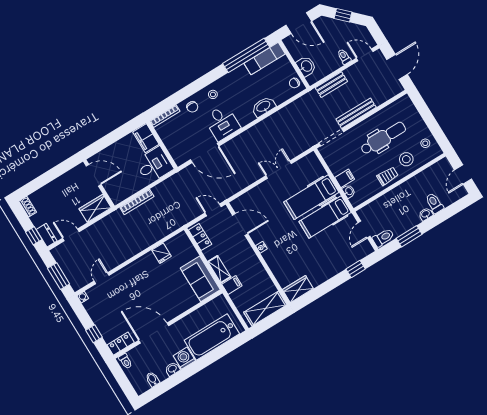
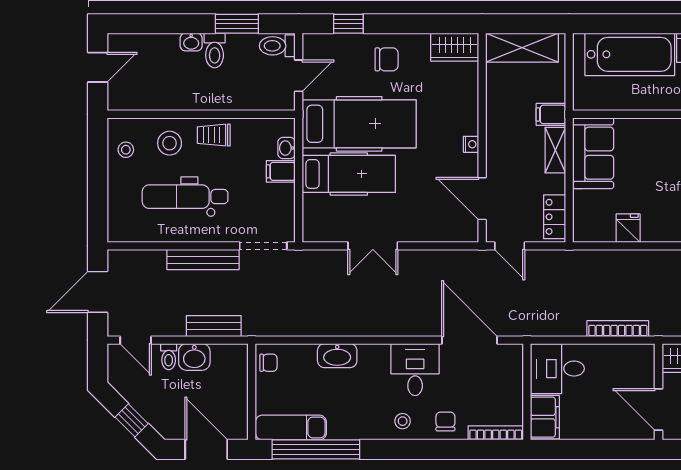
washbasin: (306, 66) -> (194, 357), moved, turned -90
toilet: (434, 203) -> (215, 51), moved
hospital bed: (325, 217) -> (359, 124), width x1.37, depth x1.29
chair: (327, 263) -> (387, 59), added

